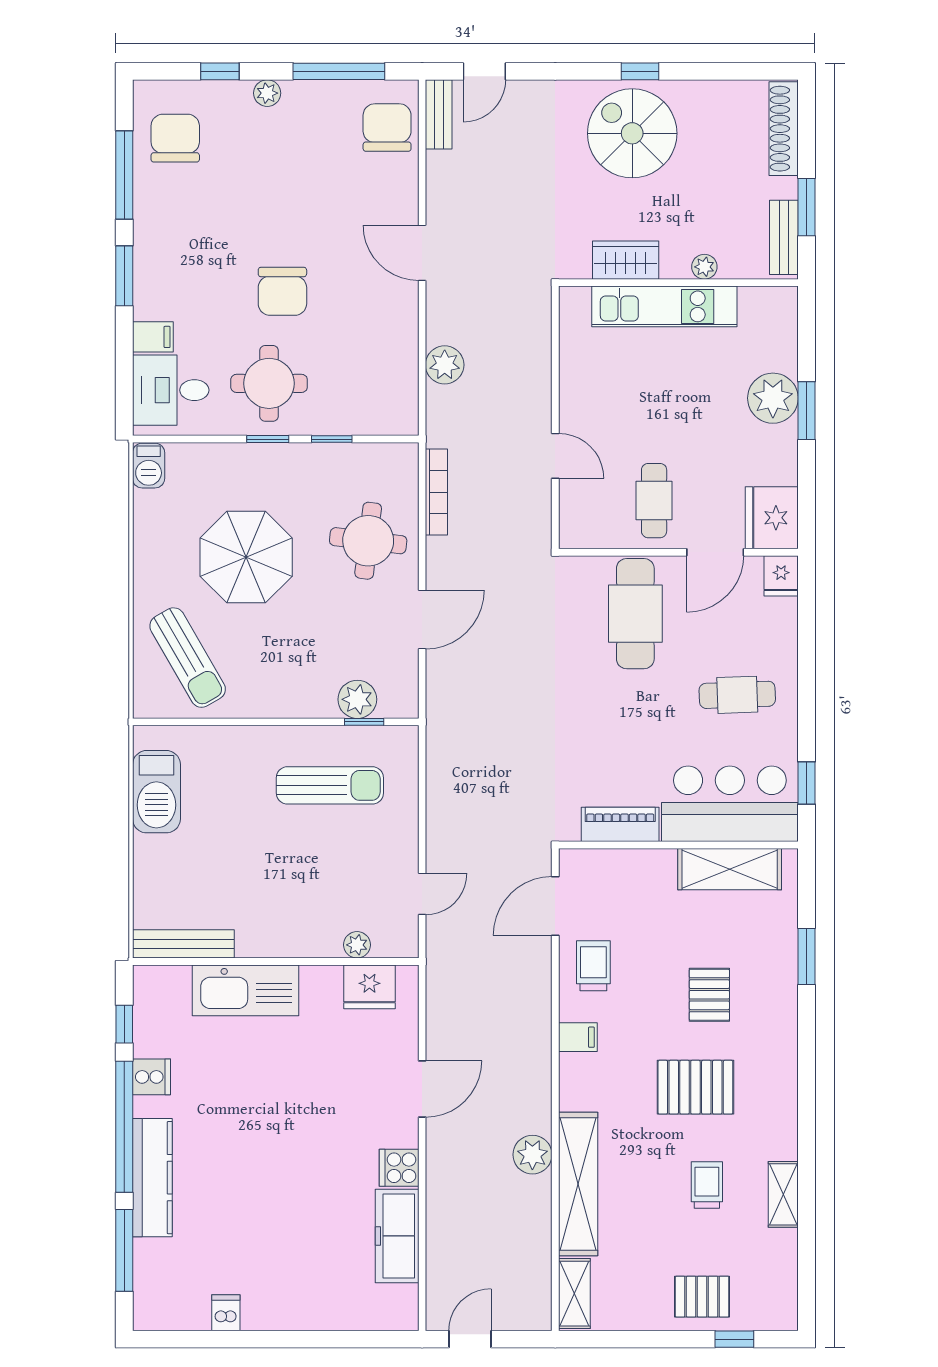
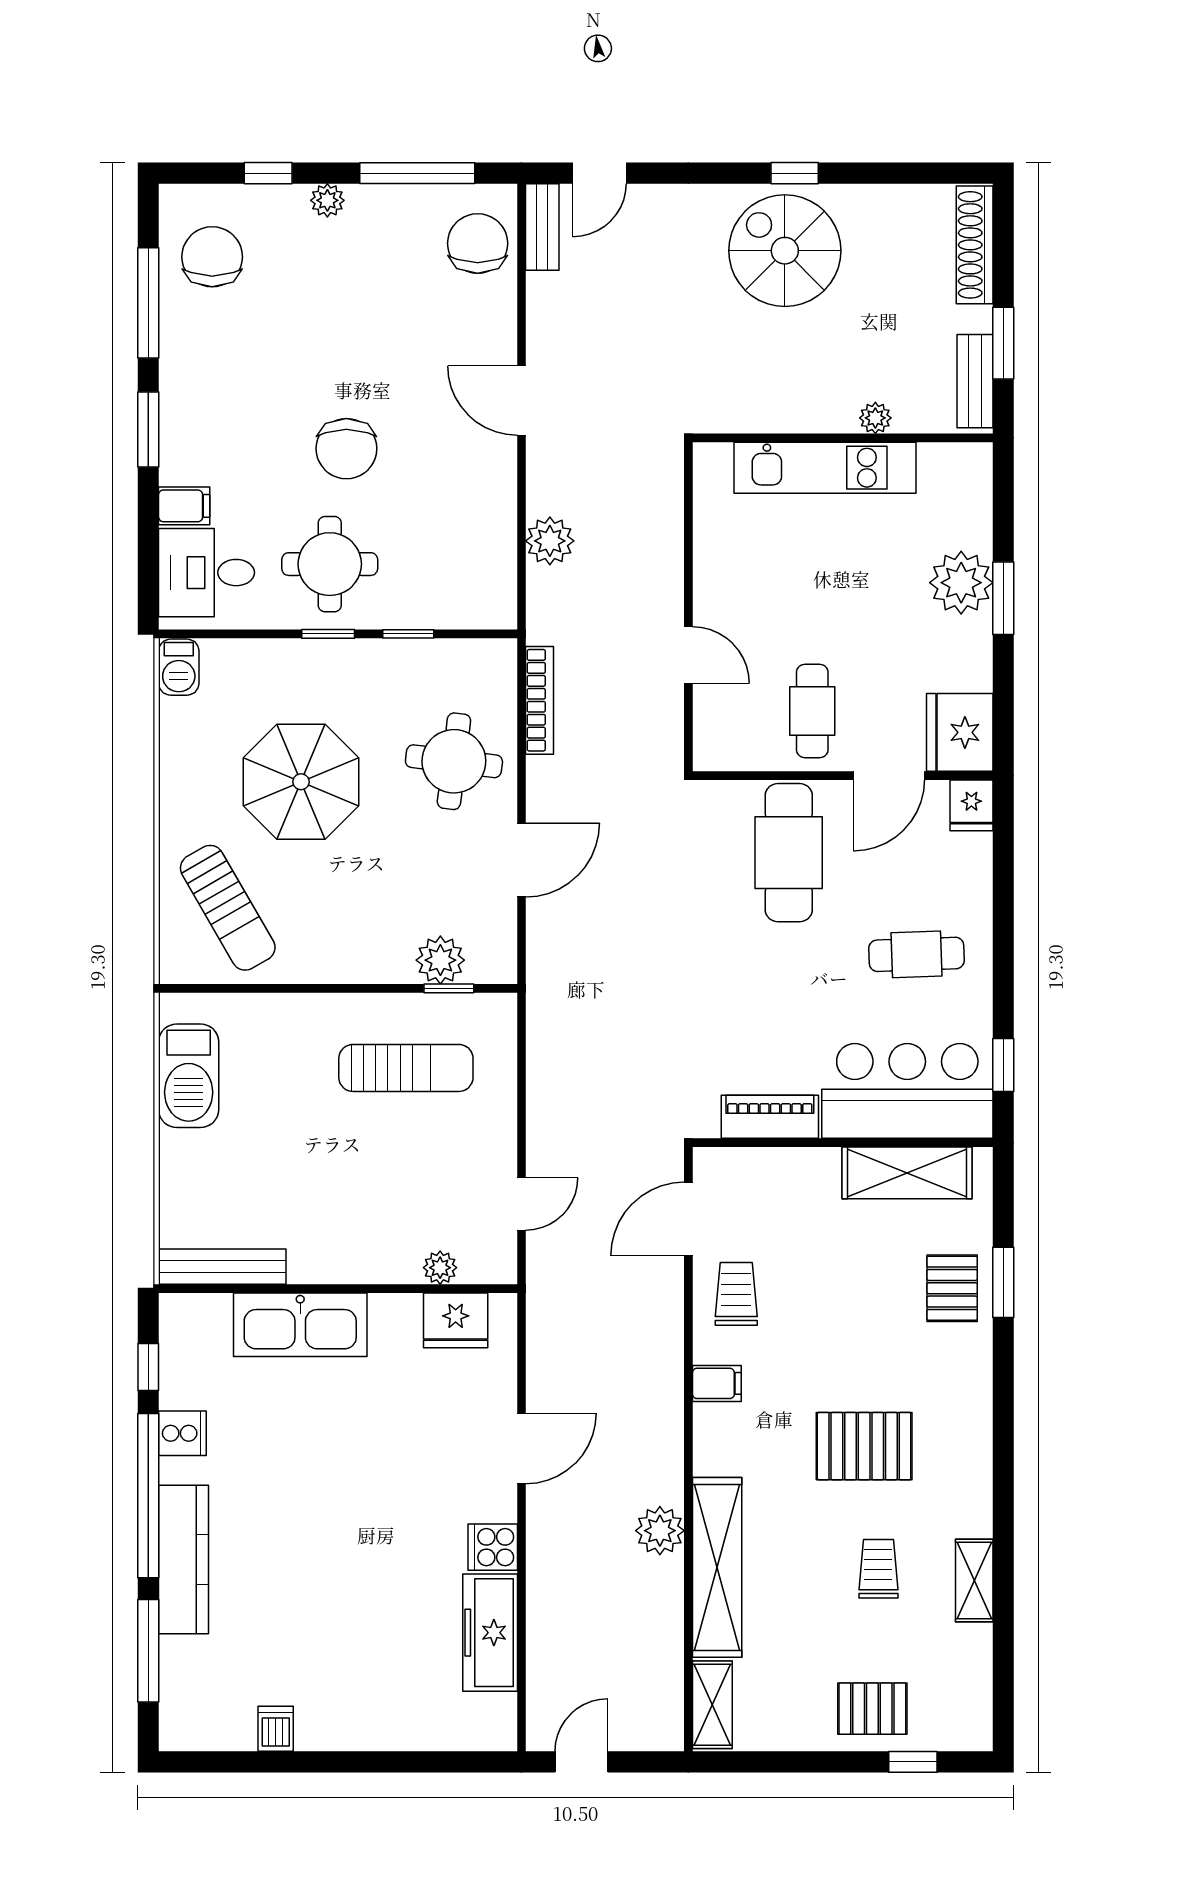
wardrobe: (626, 260) -> (777, 410), removed
pallet: (709, 995) -> (952, 1288), moved

